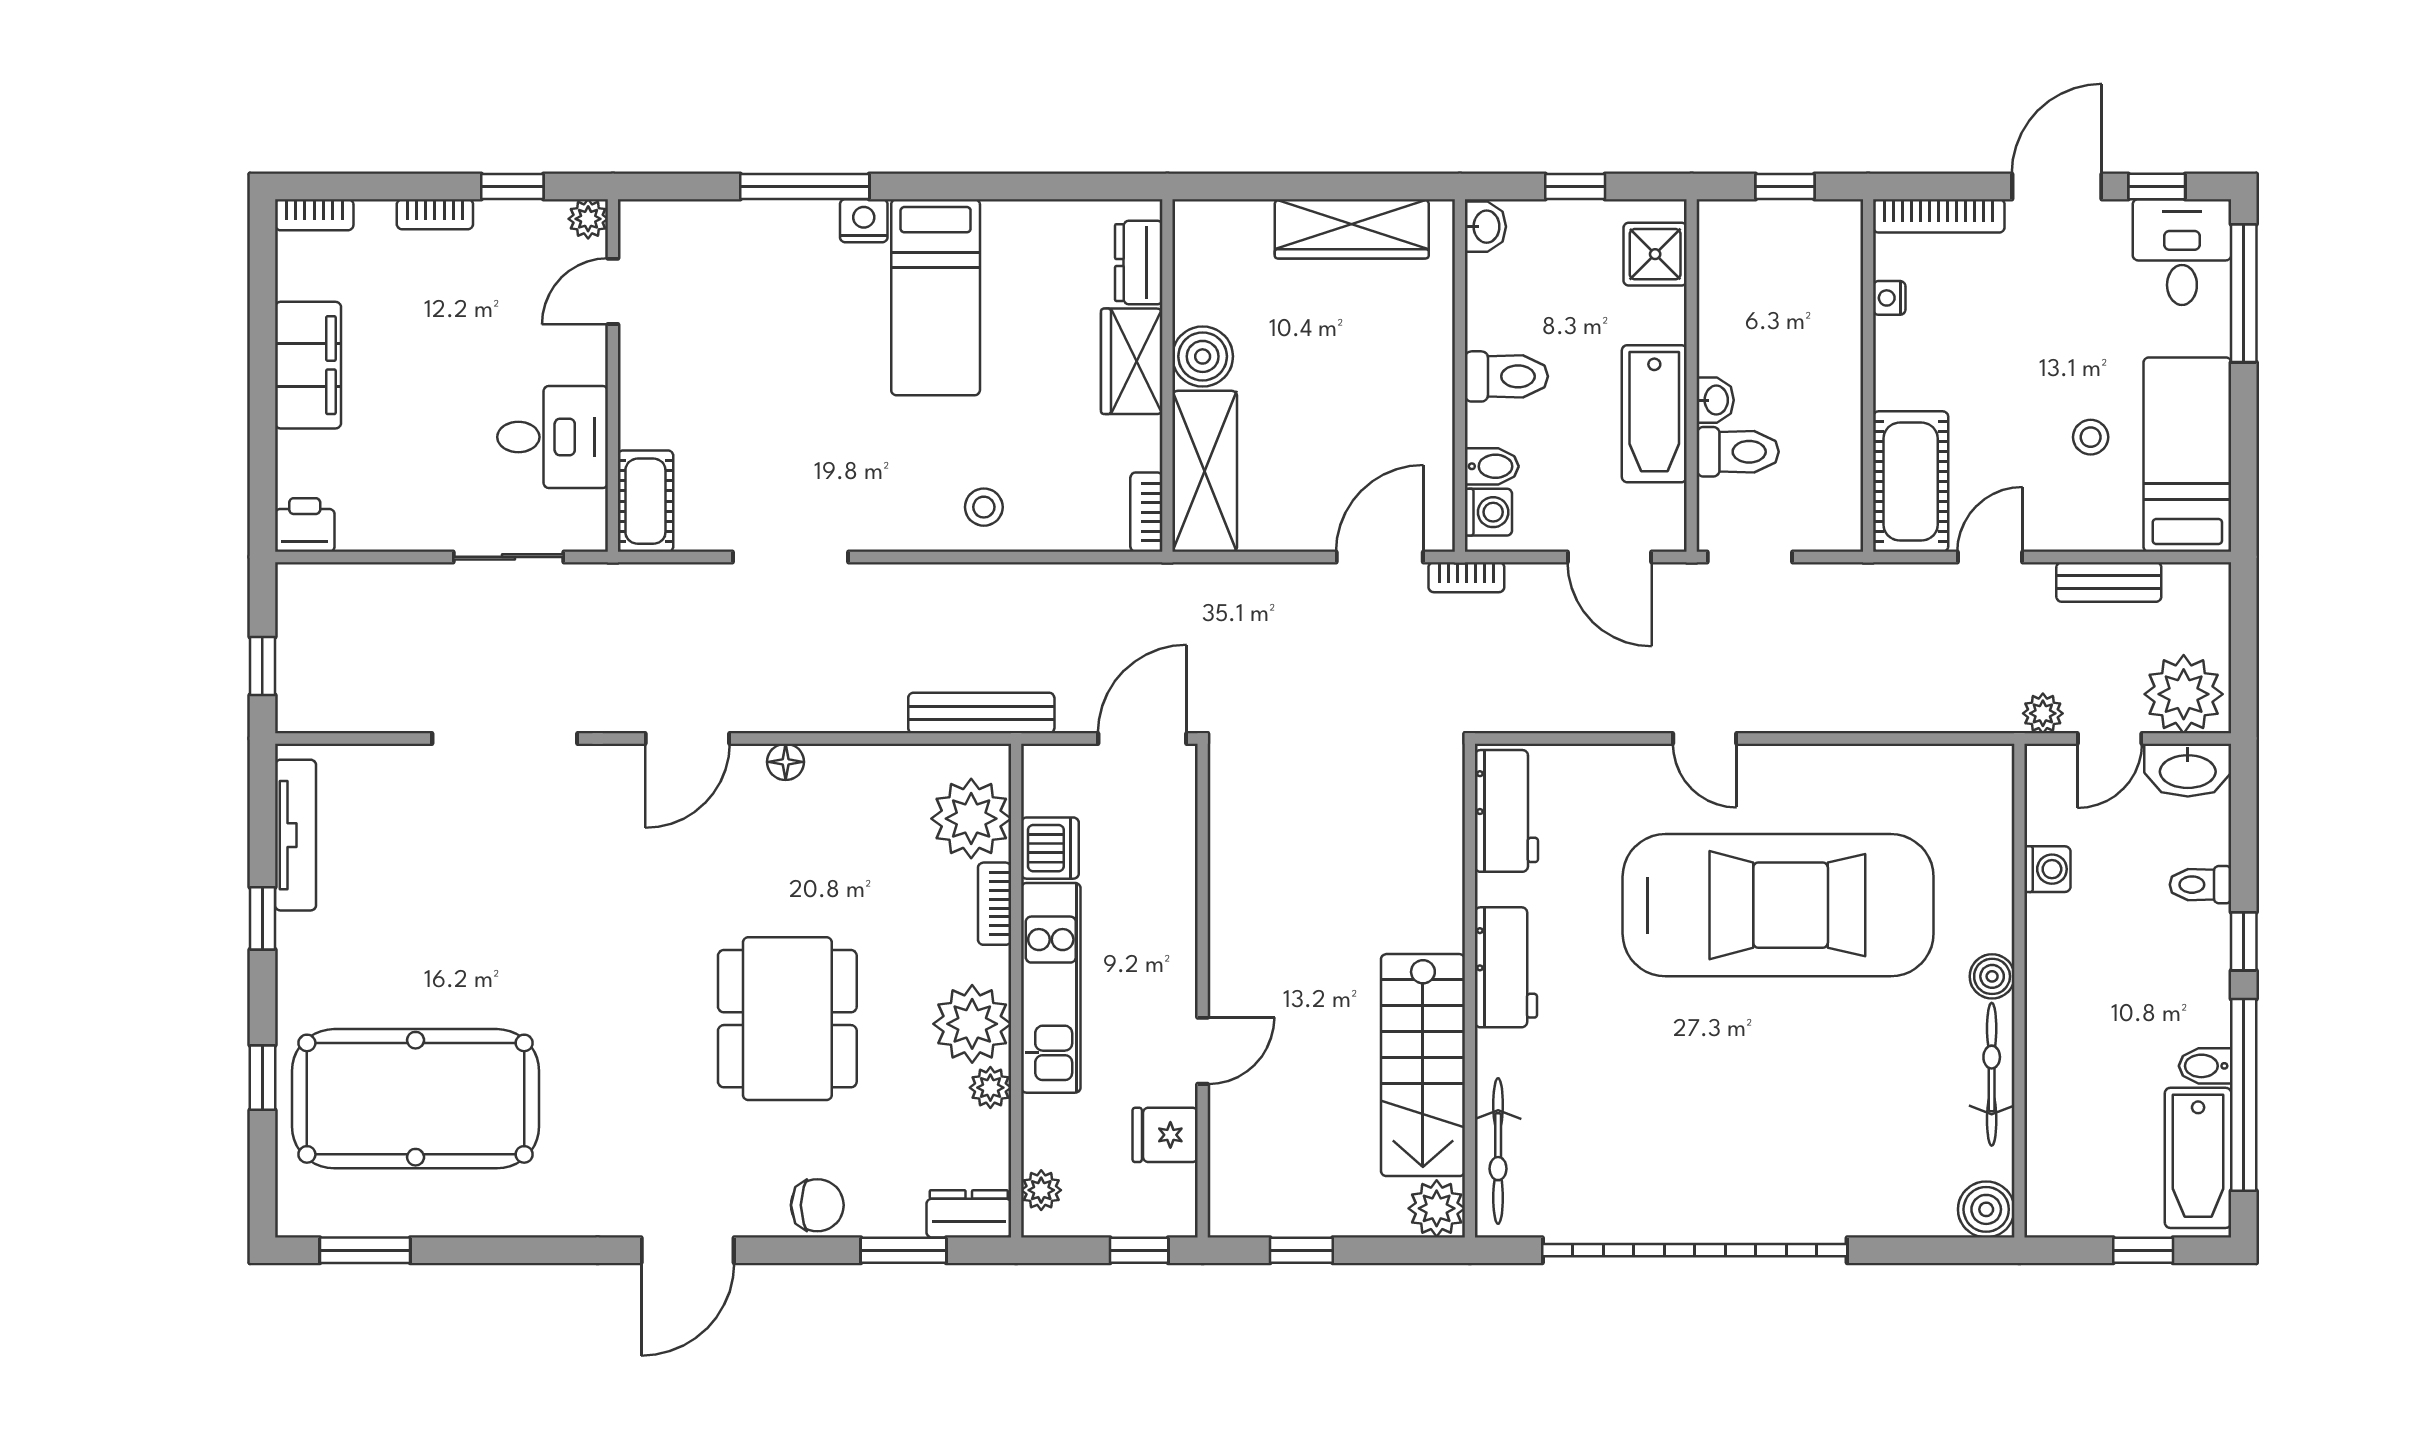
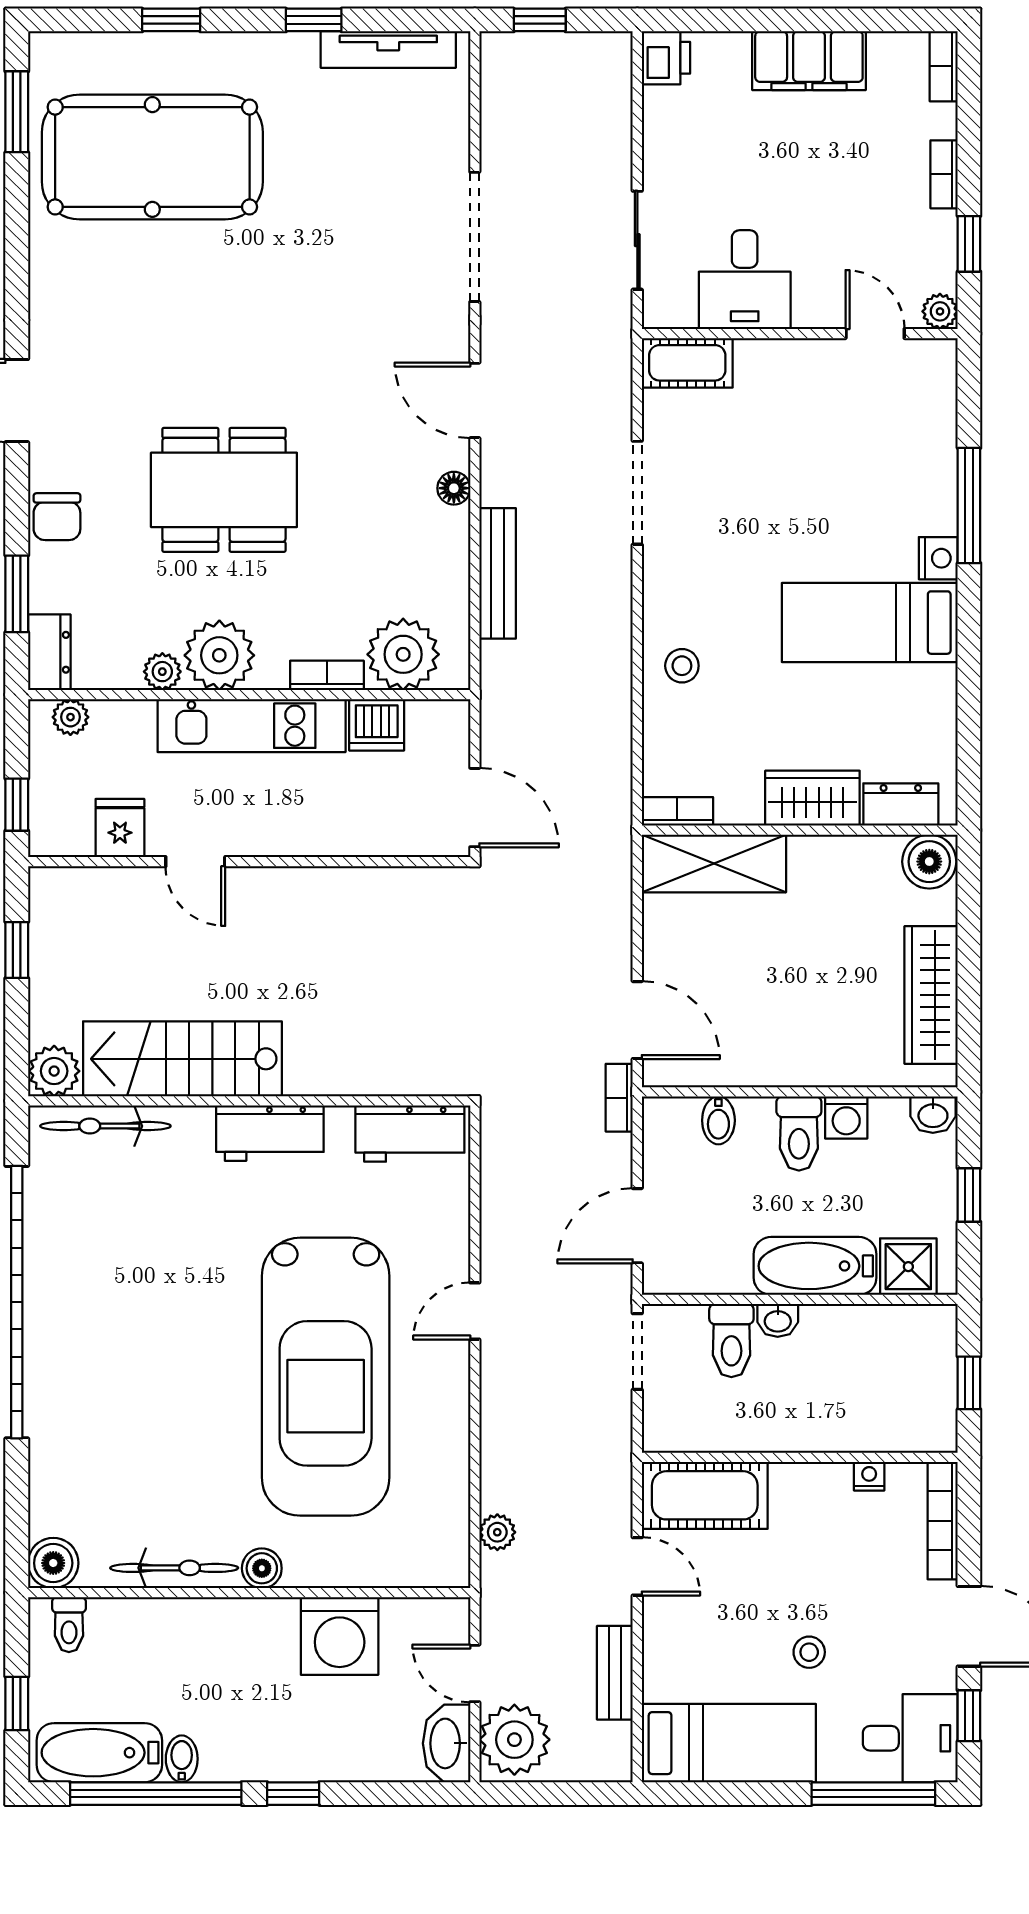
boiler: (1203, 356) -> (929, 862), moved
bathtub: (1654, 414) -> (815, 1266), moved
stool: (2091, 437) -> (809, 1652), moved
washing machine: (1488, 512) -> (846, 1117), moved
bench: (981, 713) -> (498, 573), moved
plant: (2043, 713) -> (497, 1532), moved
washing machine: (2047, 869) -> (340, 1636), width x1.89, depth x1.89
toilet: (2200, 885) -> (69, 1625), moved, turned 180
pool table: (416, 1099) -> (152, 157), turned 90

